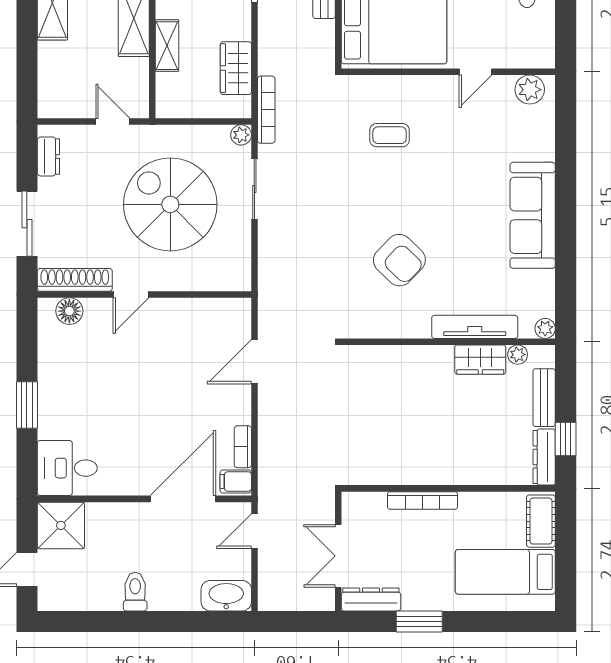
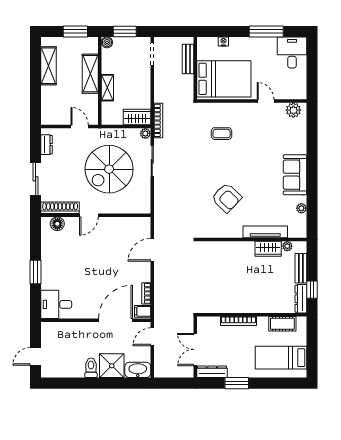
wardrobe: (236, 68) -> (137, 117), moved, turned 90
door: (475, 72) -> (266, 101), swing flipped
spiral stairs: (170, 204) -> (109, 169), turned -90
sofa: (533, 215) -> (295, 175), width x0.73
plant: (545, 328) -> (301, 208), moved
cot: (541, 521) -> (282, 324), moved, turned 90
shower: (61, 525) -> (112, 366), moved

